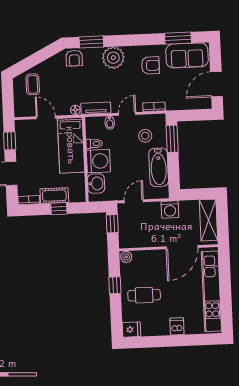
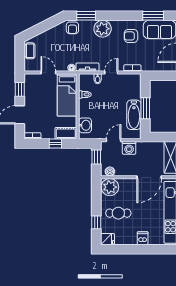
armchair: (150, 65) -> (131, 36), turned 180
coffee table: (33, 84) -> (30, 51), moved
stool: (145, 136) -> (125, 90), removed
window: (172, 139) -> (145, 108), moved
washing machine: (98, 161) -> (88, 108), removed
cot: (54, 196) -> (66, 133), moved
washing machine: (170, 209) -> (129, 148), moved
boiler: (131, 242) -> (110, 172), added
plant: (126, 257) -> (110, 187), width x1.88, depth x1.88
window: (115, 285) -> (96, 222), moved

